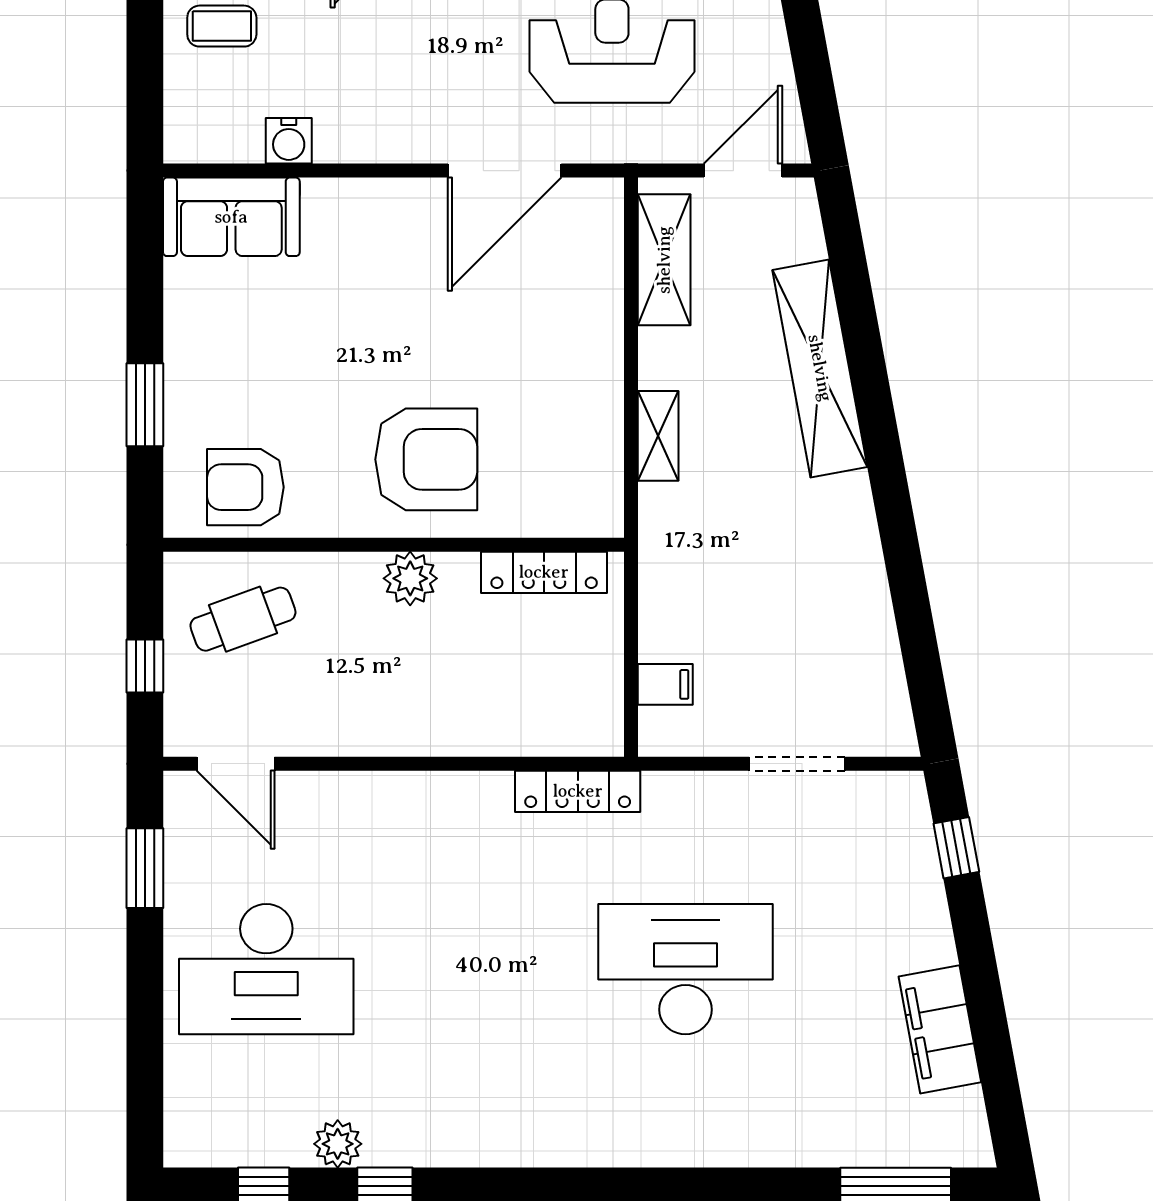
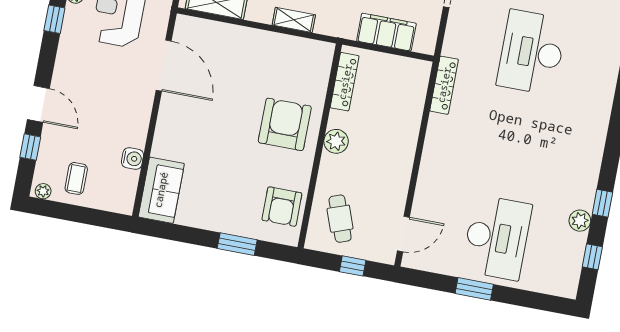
filing cabinet: (665, 684) -> (386, 32), width x3.00, depth x1.17
window: (145, 868) -> (474, 289), moved

